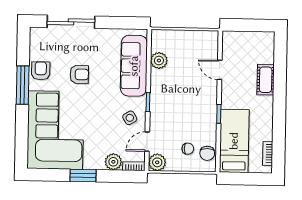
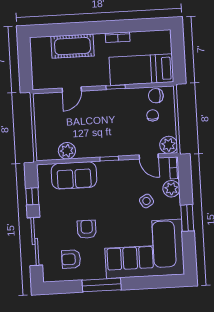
window: (116, 23) -> (32, 196), added
sofa: (134, 66) -> (74, 175), width x0.73
armchair: (41, 71) -> (71, 259), moved
cot: (266, 80) -> (73, 46), width x1.37, depth x1.34
side table: (130, 118) -> (146, 201), moved
chair: (207, 153) -> (156, 96), turned 180
bookcase: (268, 154) -> (118, 37), moved

